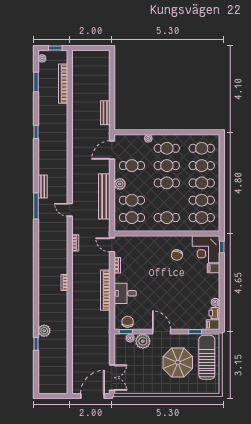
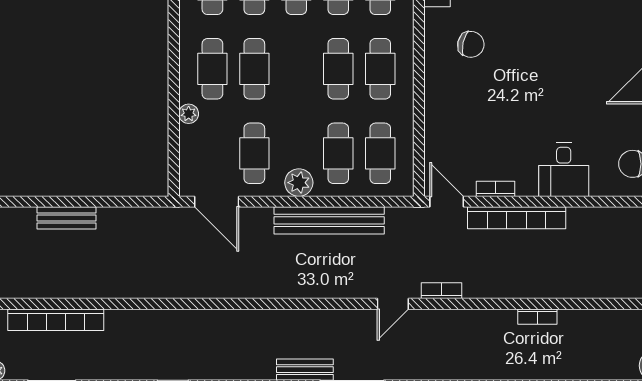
bench: (105, 113) -> (66, 218), moved
cafe table: (167, 183) -> (338, 69), moved
door: (70, 210) -> (393, 304), moved
door: (112, 245) -> (447, 202), swing flipped
bookcase: (105, 290) -> (517, 218), moved

